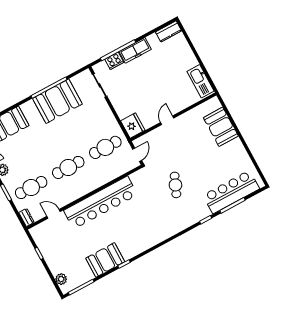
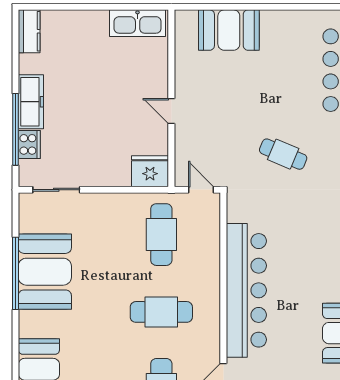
cafe table: (68, 167) -> (161, 312), turned 90

